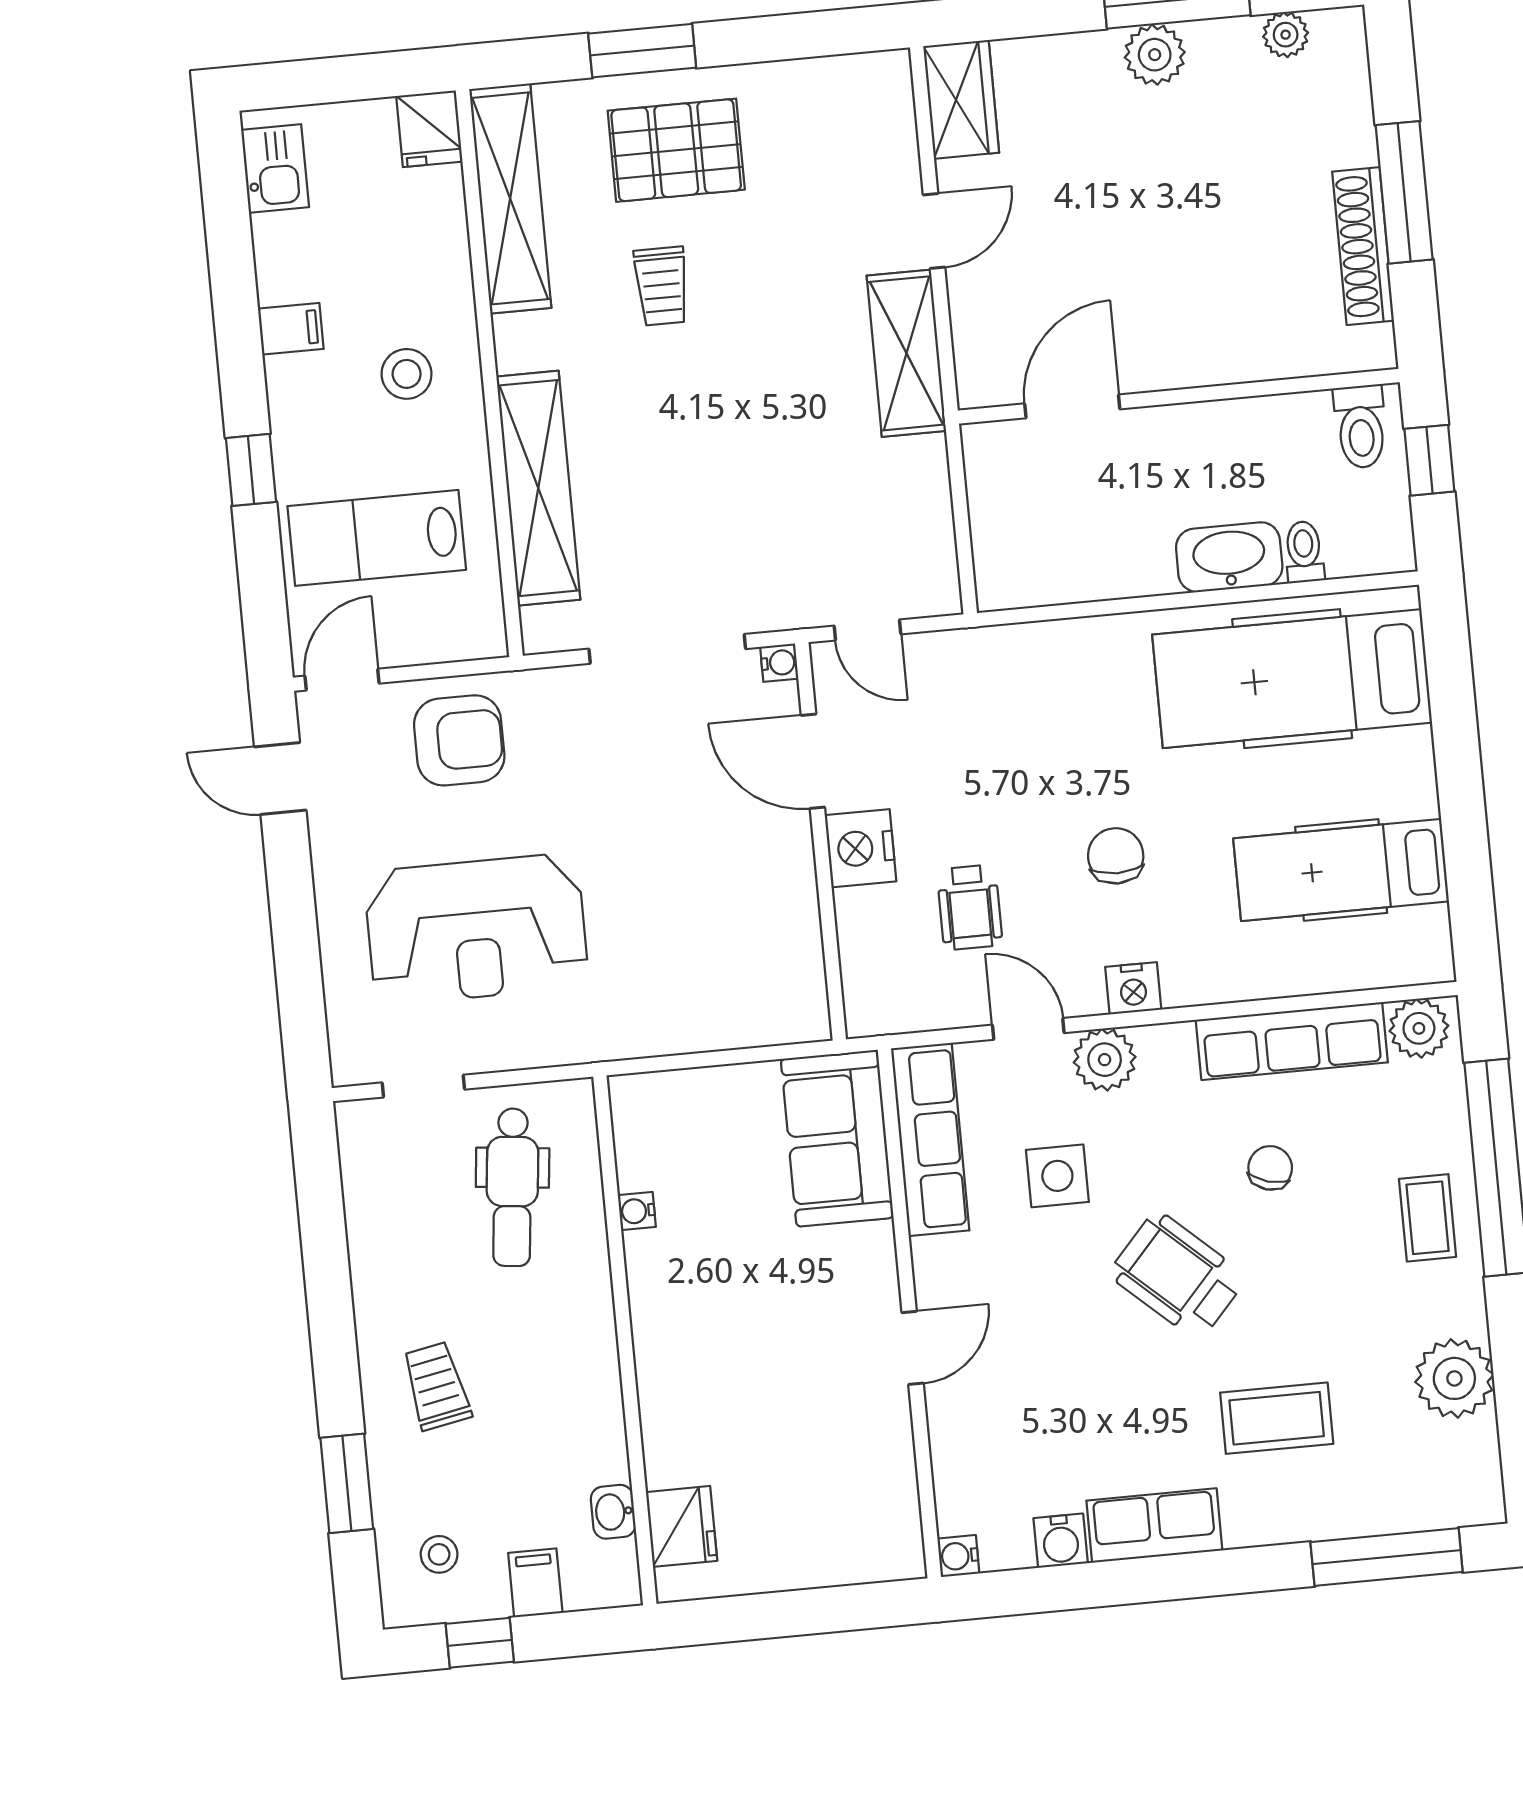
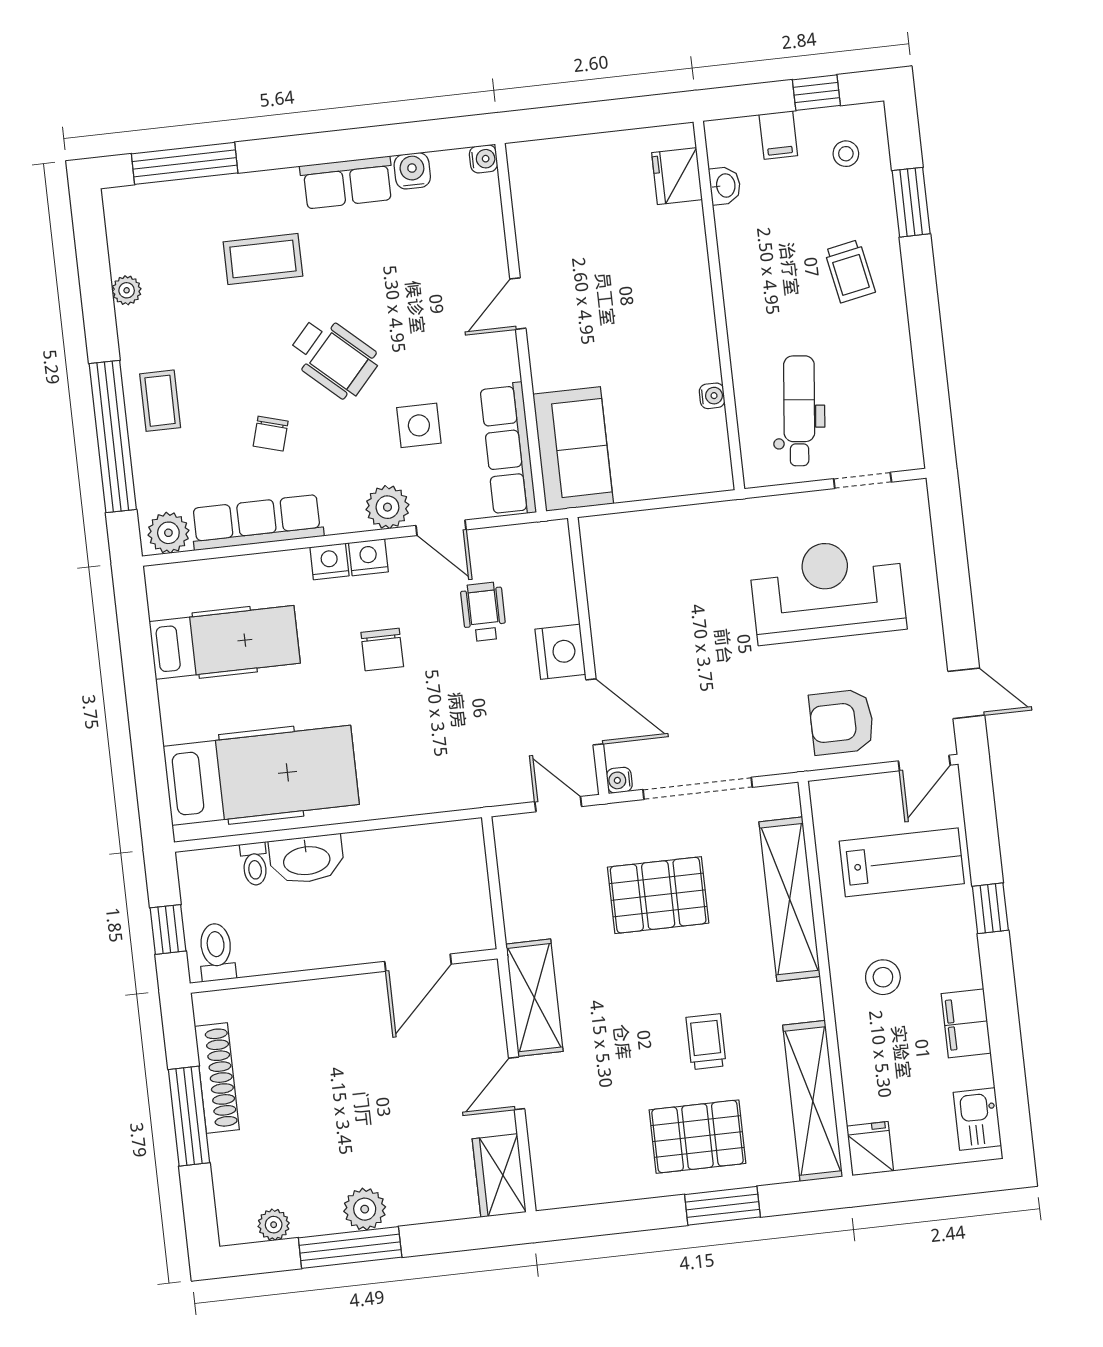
filing cabinet: (291, 329) -> (966, 1023), width x2.00
pallet: (727, 497) -> (658, 895), added
nightstand: (1189, 983) -> (329, 561), added
plant: (1454, 1378) -> (127, 290), width x0.53, depth x0.53

